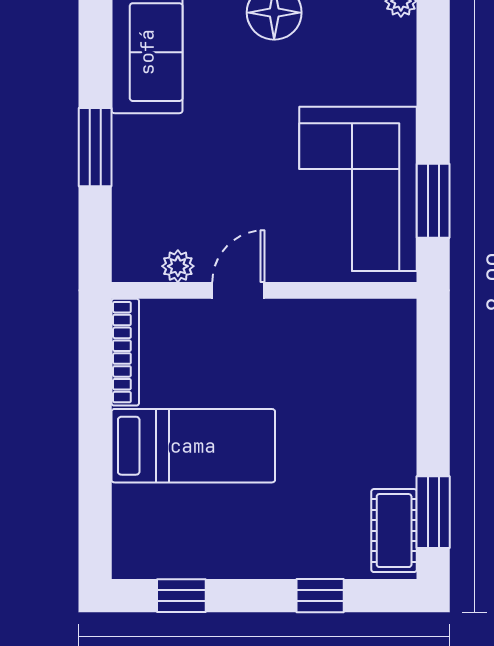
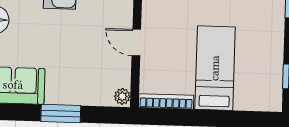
plant: (178, 266) -> (122, 96), moved

